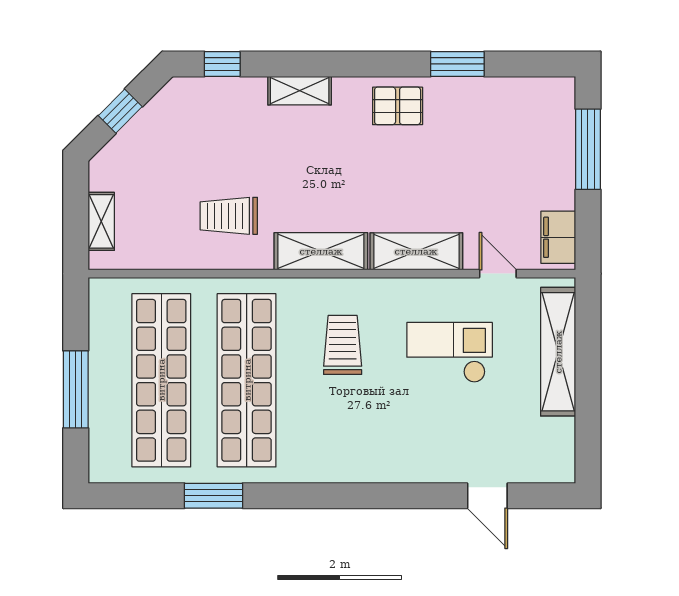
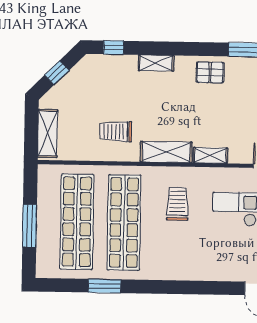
shelving: (101, 221) -> (48, 133), width x1.50, depth x1.33
shelving: (416, 251) -> (210, 155), width x0.67, depth x0.75

